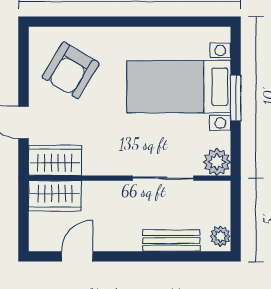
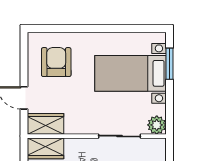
armchair: (71, 70) -> (56, 62), turned 149
window: (236, 98) -> (169, 64), moved

